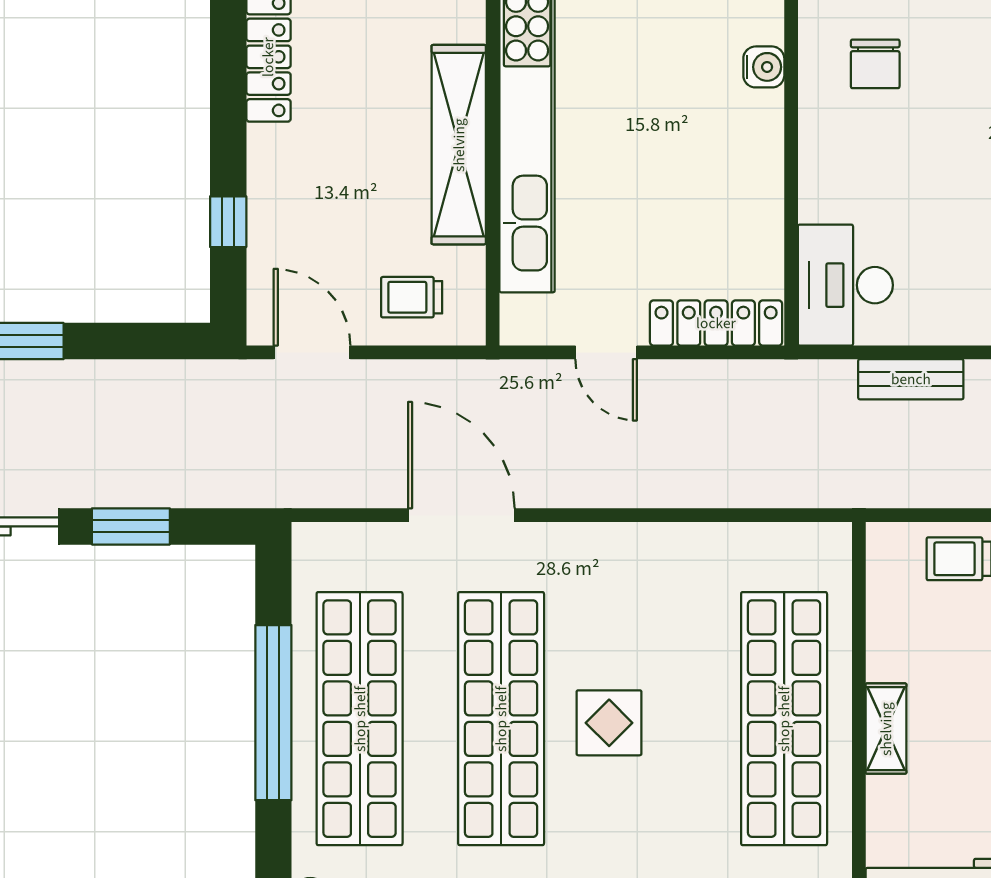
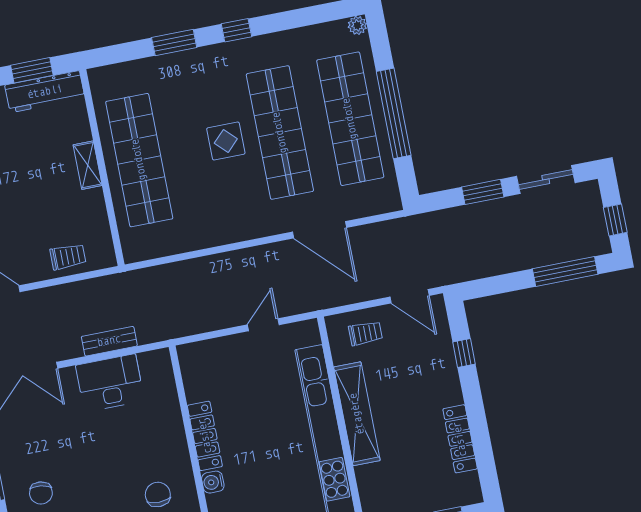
desk: (845, 285) -> (110, 383), moved, turned -90
locker: (716, 323) -> (205, 436), moved, turned -90
door: (606, 352) -> (263, 325), hinge flipped

